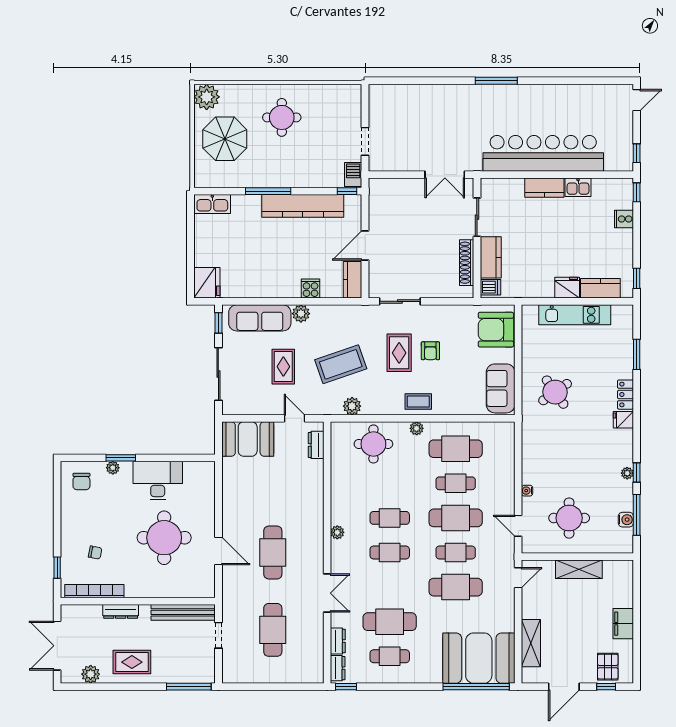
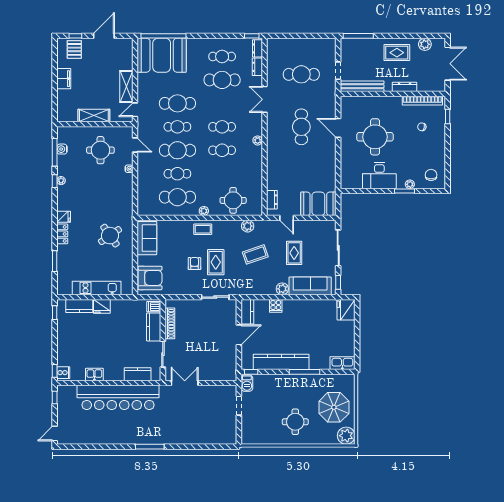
kitchen counter: (544, 188) -> (138, 374), moved
cooker: (624, 219) -> (63, 373), moved
coffee table: (341, 364) -> (255, 254), width x0.73, depth x0.76
cafe table: (273, 630) -> (301, 74), turned 90
shelving: (531, 643) -> (126, 86), moved

